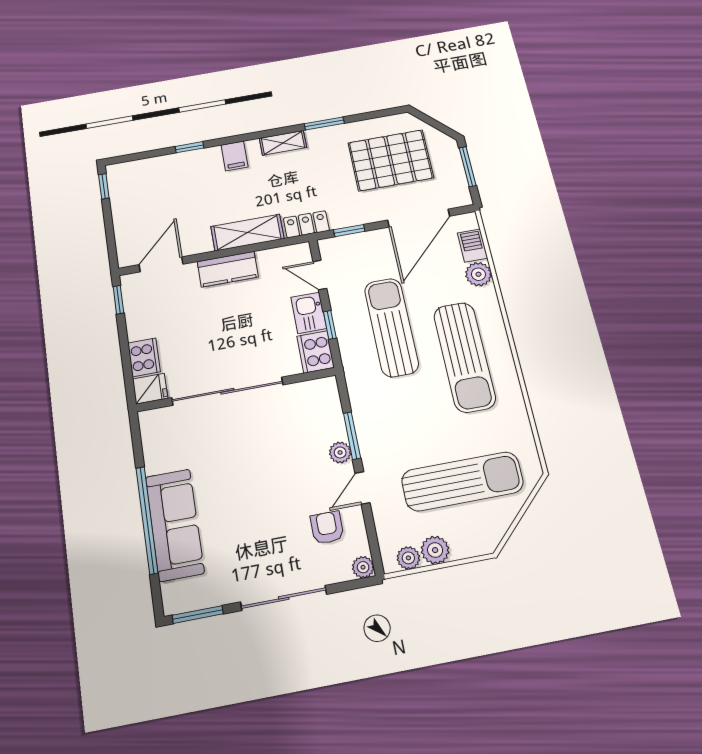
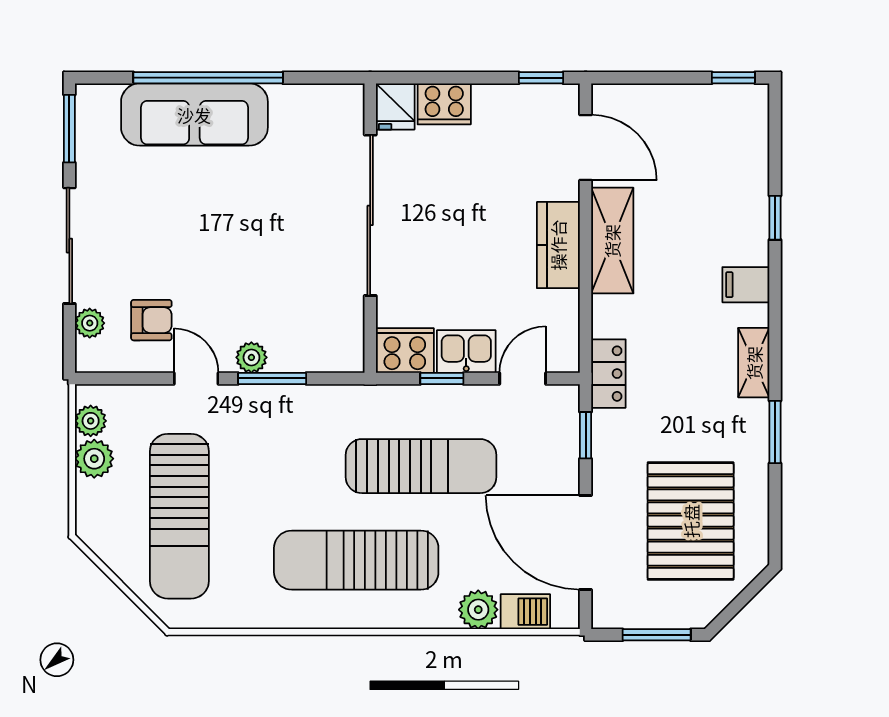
shelving: (247, 233) -> (612, 241), moved
plant: (363, 567) -> (90, 323), moved

